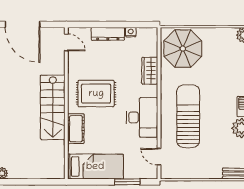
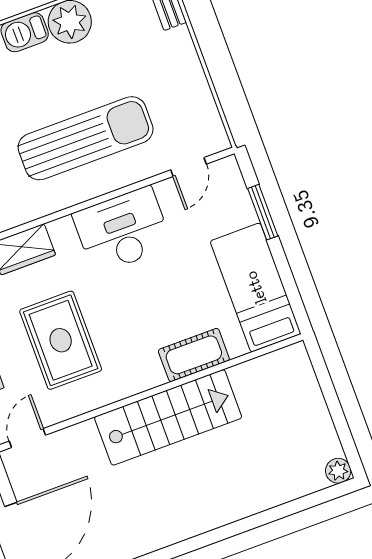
rug: (96, 94) -> (61, 340), moved
sun lounger: (188, 116) -> (86, 138), turned 180

